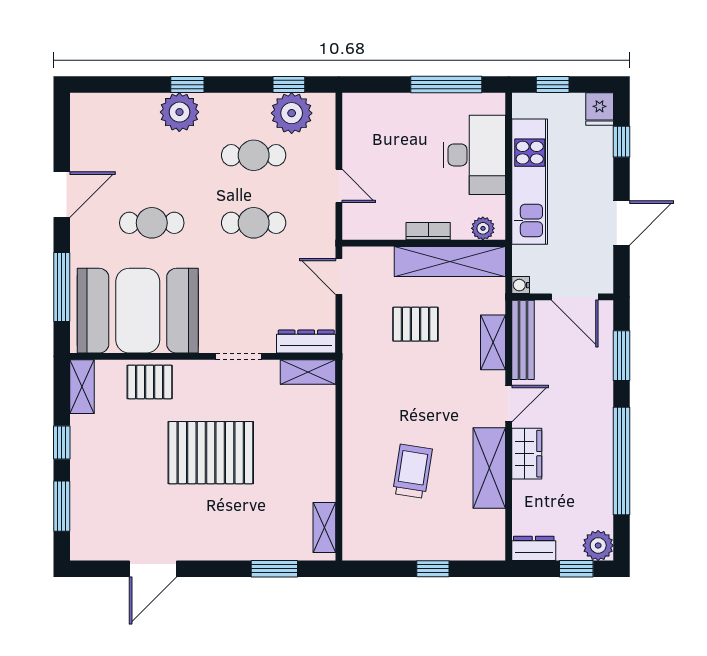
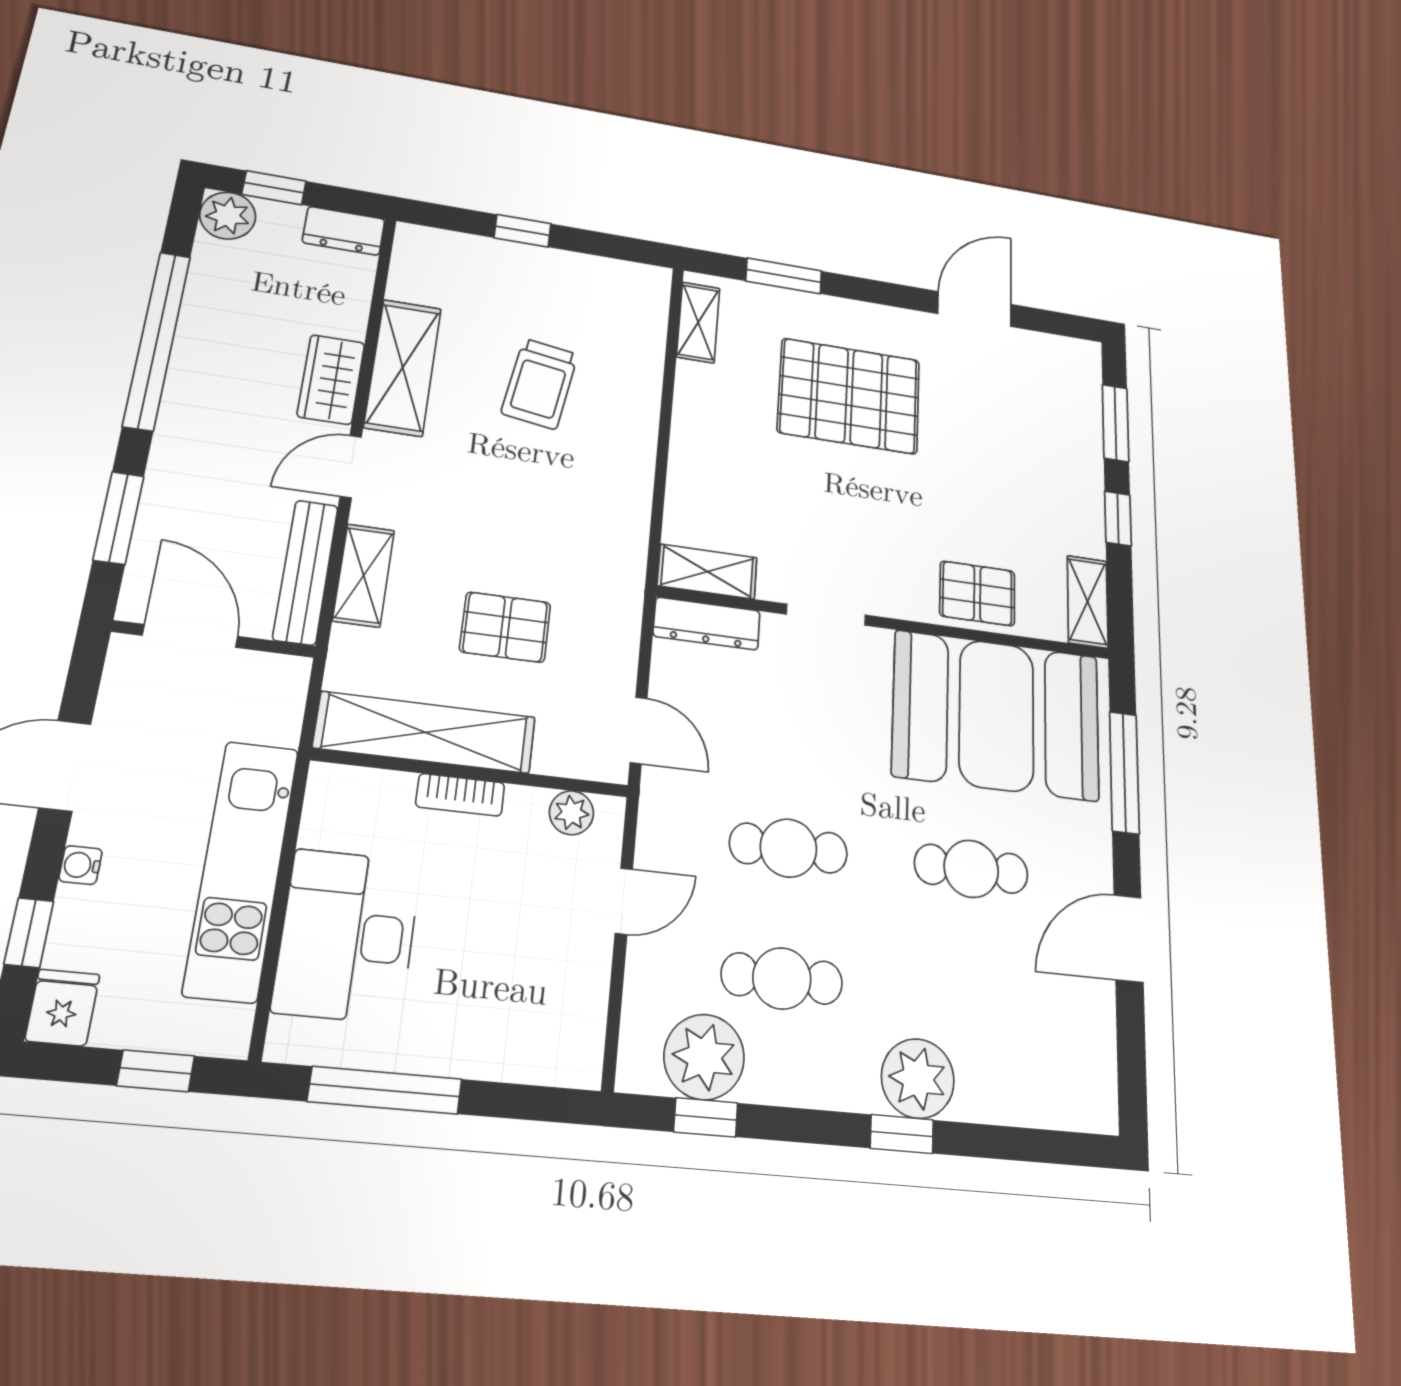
door: (339, 186) -> (624, 901), swing flipped
plant: (483, 228) -> (571, 813), moved
water cooler: (521, 285) -> (81, 865), moved, turned 180
pallet: (211, 453) -> (849, 396), moved

